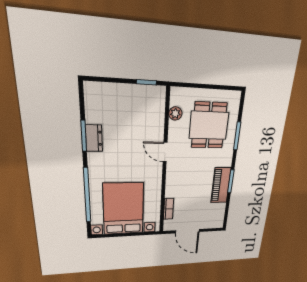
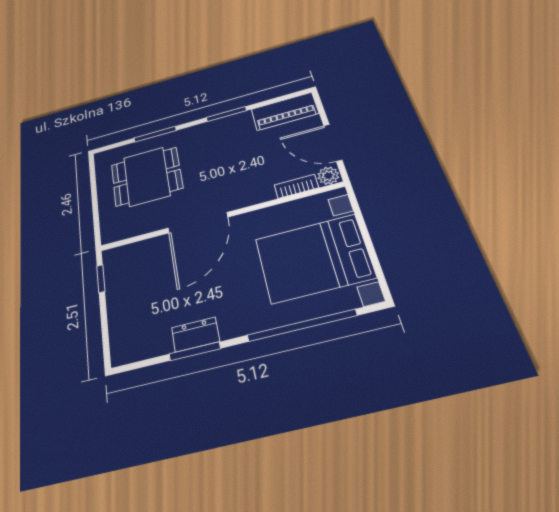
plant: (175, 114) -> (328, 176), moved
door: (165, 152) -> (198, 223), width x1.87
piano: (221, 185) -> (285, 111), moved
door: (187, 231) -> (333, 143), swing flipped

